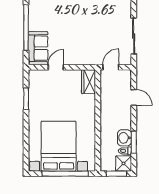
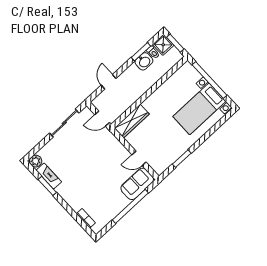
wardrobe: (89, 82) -> (132, 121), width x1.50
bed with nightstands: (59, 146) -> (199, 109), width x0.73

